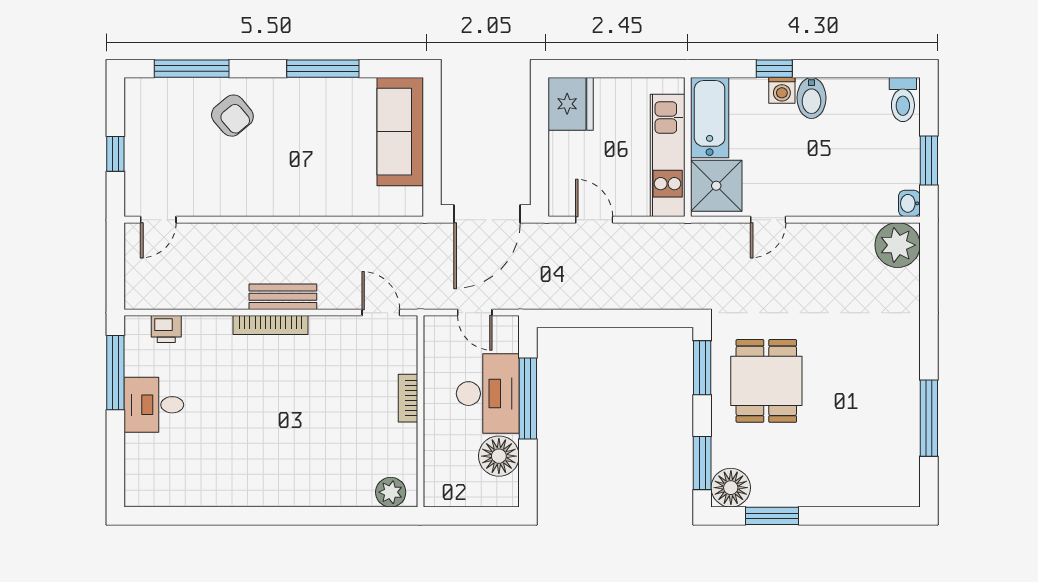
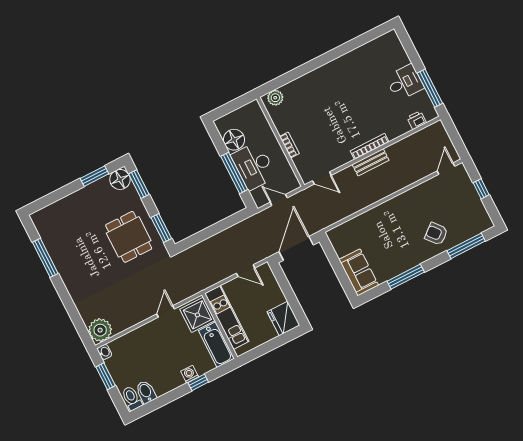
bidet: (811, 98) -> (146, 392), moved
sofa: (400, 132) -> (359, 272), width x0.73

